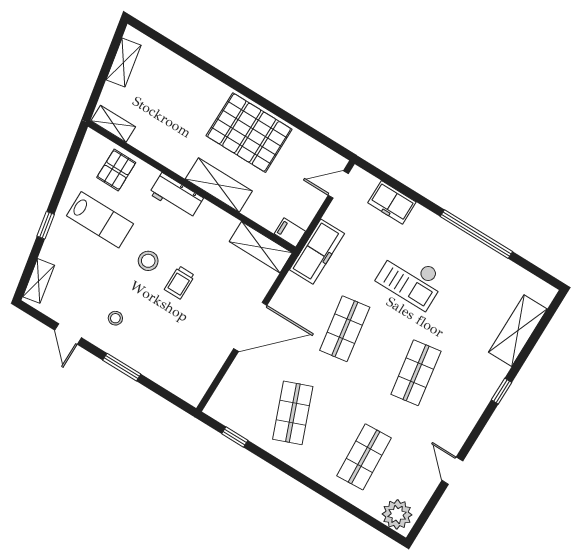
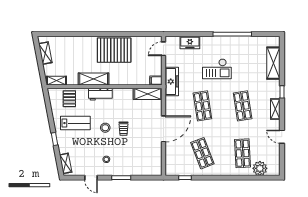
shelving: (219, 185) -> (94, 79), moved
shelving: (471, 414) -> (275, 109), added
plant: (397, 514) -> (260, 168), moved

